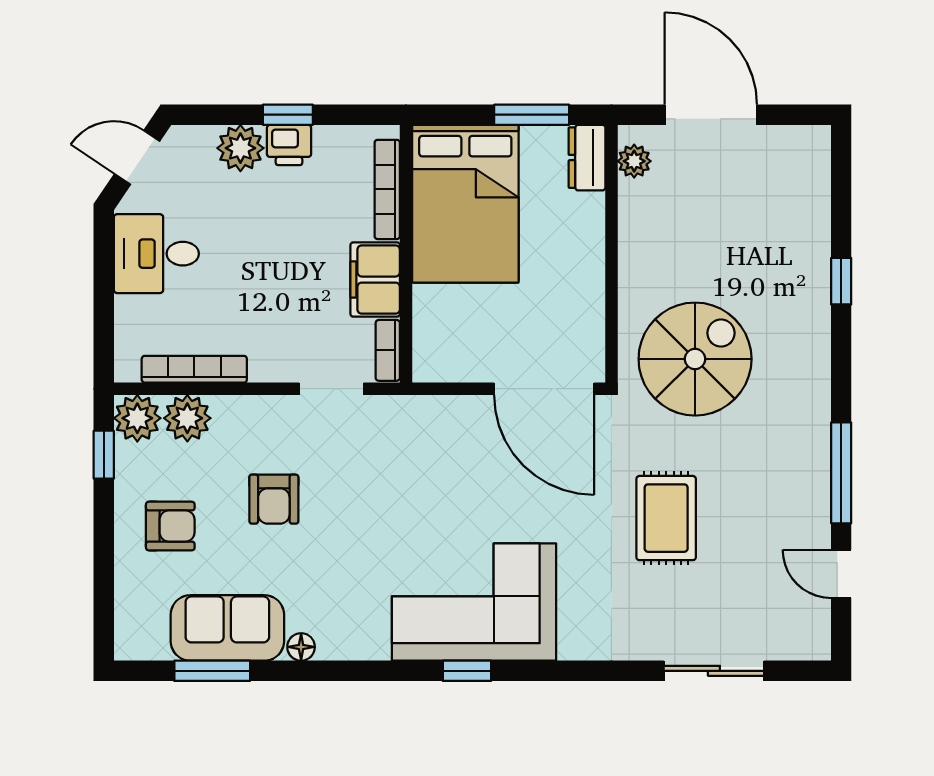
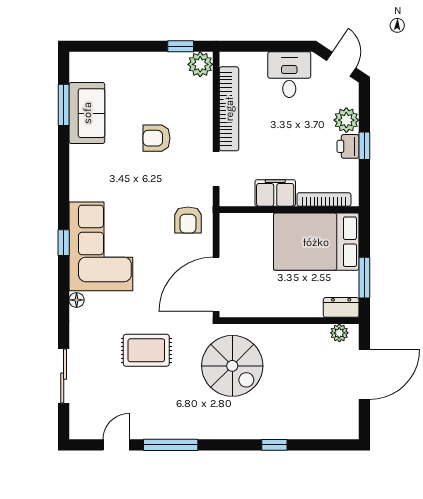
bookcase: (388, 350) -> (237, 200), removed
bookcase: (194, 369) -> (229, 109), width x1.48, depth x1.31
plant: (187, 418) -> (200, 91), removed
armchair: (170, 526) -> (188, 220), moved
floor lamp: (301, 647) -> (77, 300), moved

